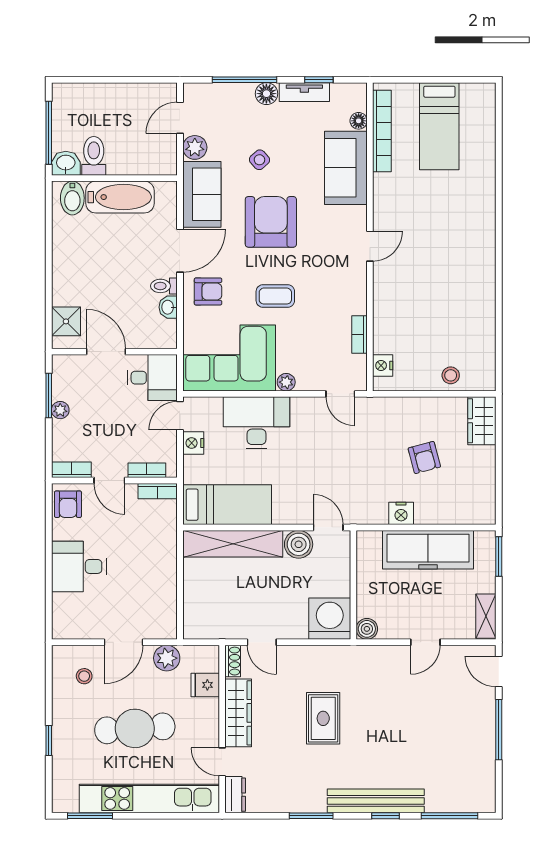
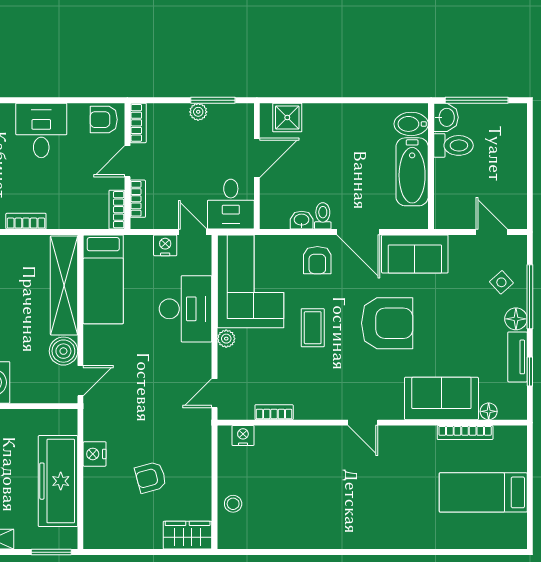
bookcase: (382, 131) -> (465, 433), width x0.68, depth x0.76
plant: (195, 147) -> (462, 247), removed
side table: (259, 160) -> (501, 282), moved
bookcase: (169, 582) -> (26, 221), added

